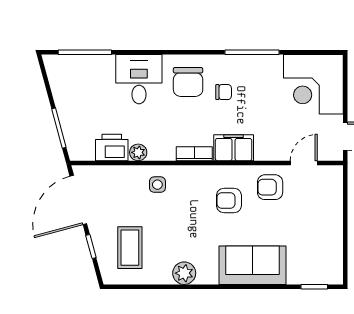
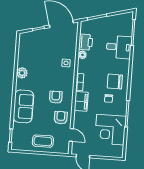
desk: (139, 79) -> (119, 47), moved
corner desk: (313, 84) -> (110, 130), moved, turned -90
coffee table: (130, 248) -> (43, 141), moved

